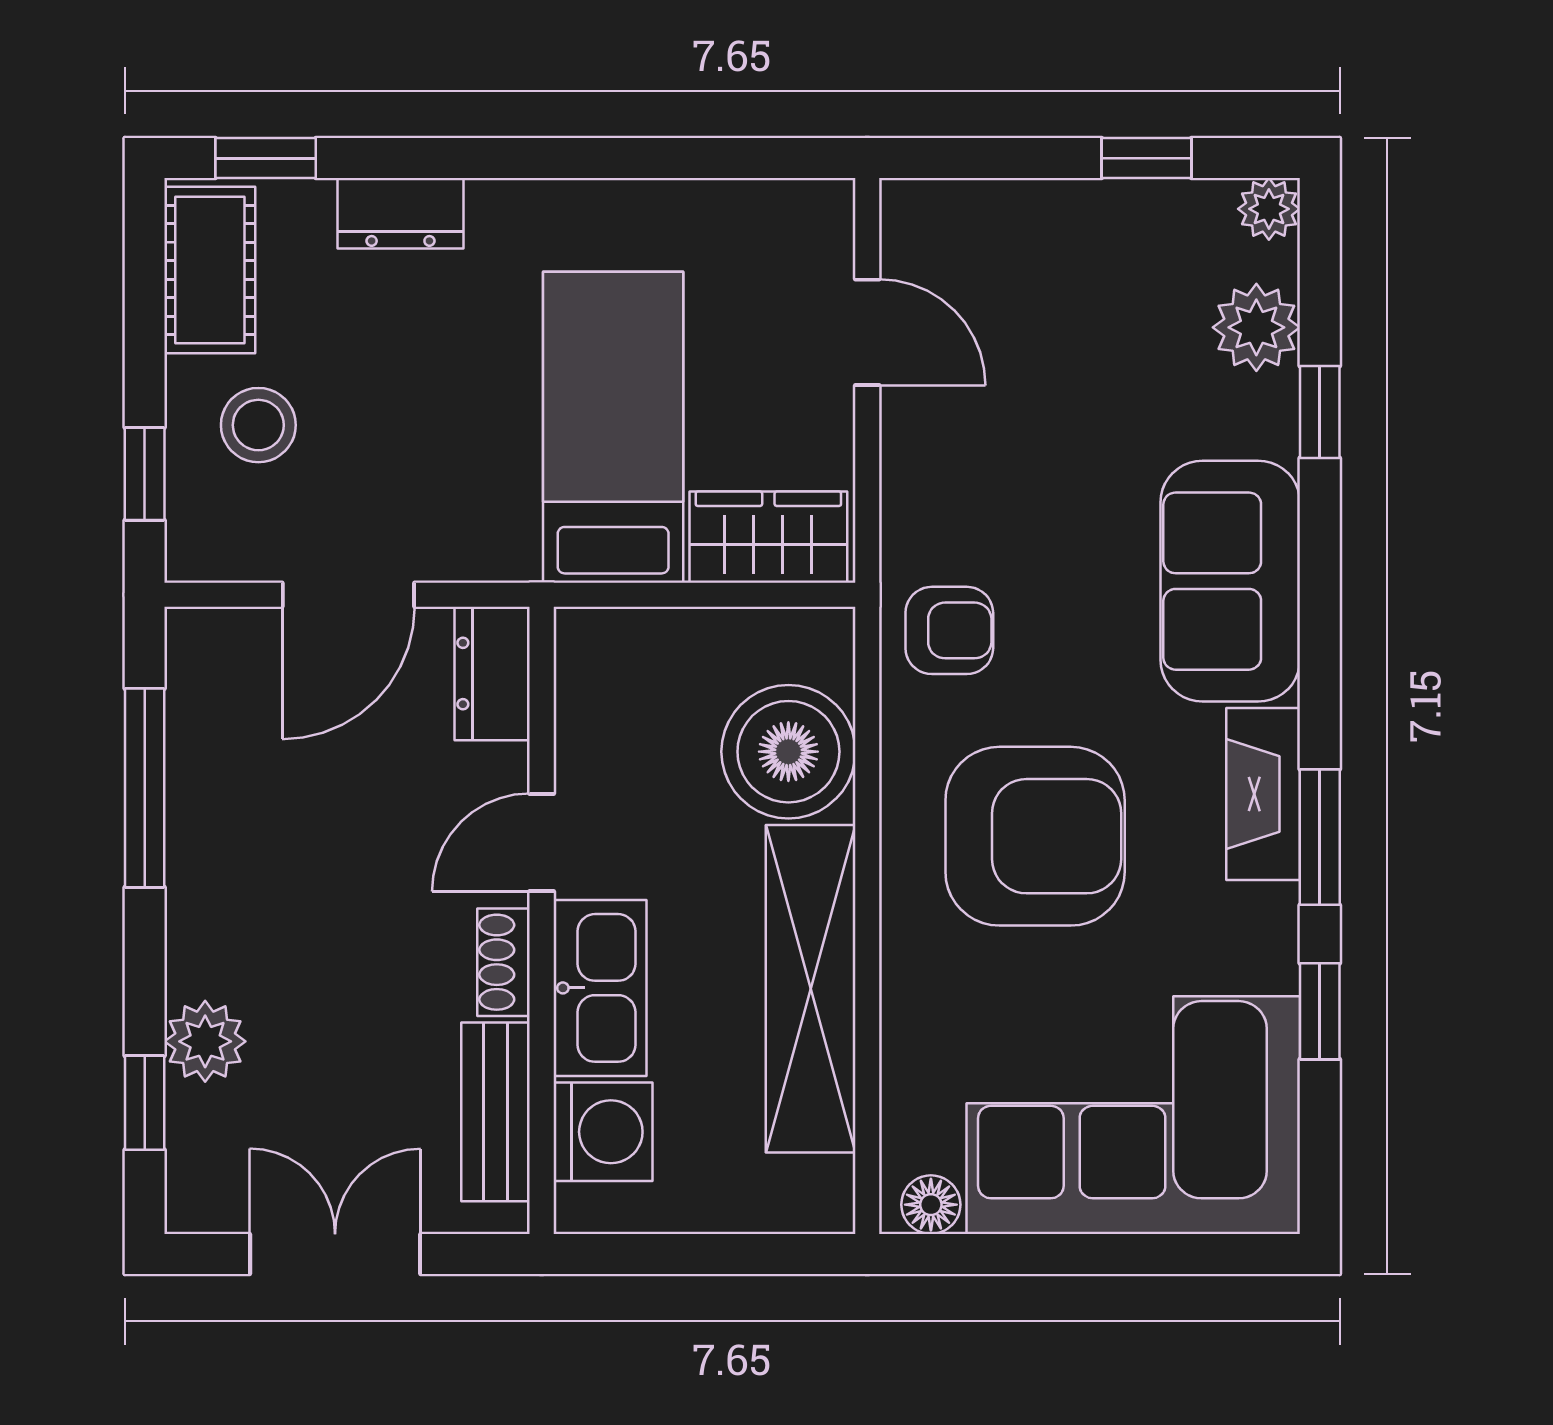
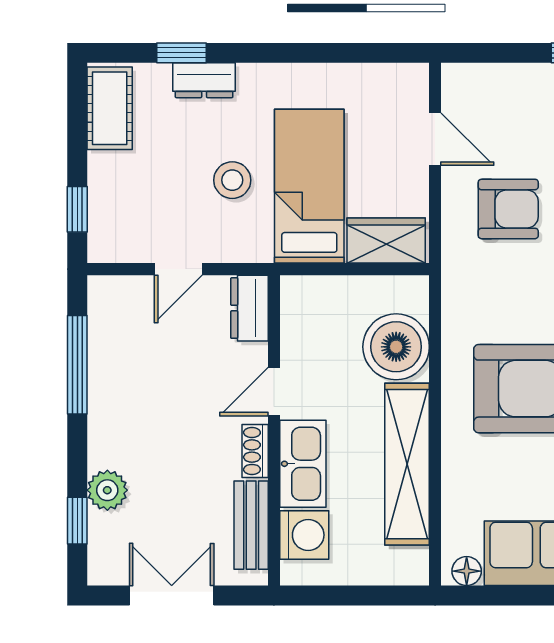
window: (266, 158) -> (182, 53), moved
stool: (258, 425) -> (232, 180), moved
door: (348, 595) -> (178, 269), width x0.73
armchair: (949, 630) -> (508, 209), moved, width x1.38, depth x1.38

